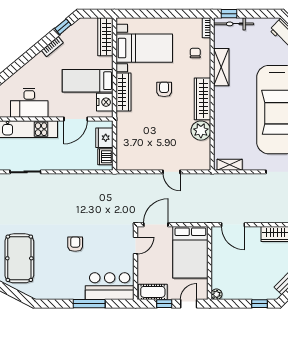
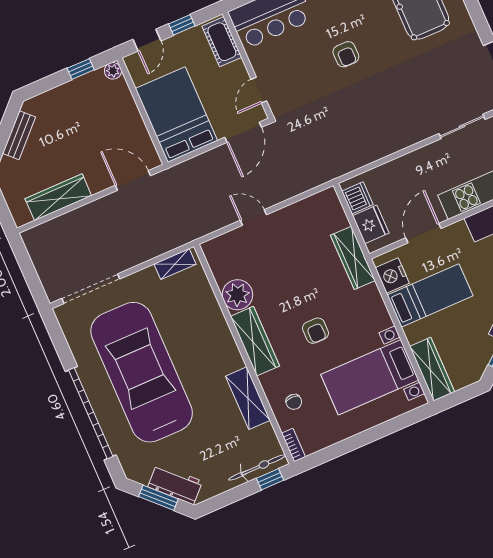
wardrobe: (123, 92) -> (353, 258), moved
cot: (153, 292) -> (222, 42), moved, turned 90
window: (260, 304) -> (81, 69), moved

